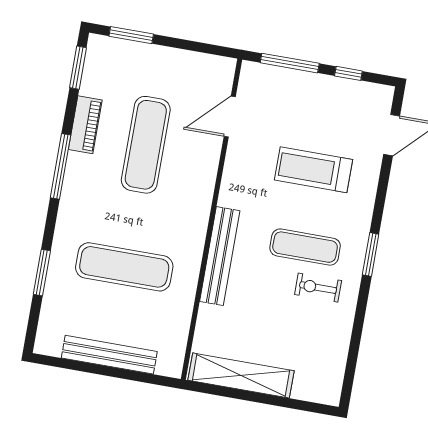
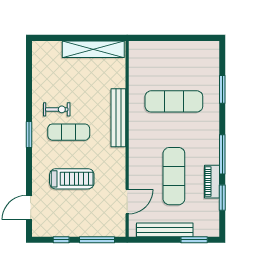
window: (78, 68) -> (222, 198), moved
bench: (109, 355) -> (165, 230), moved

